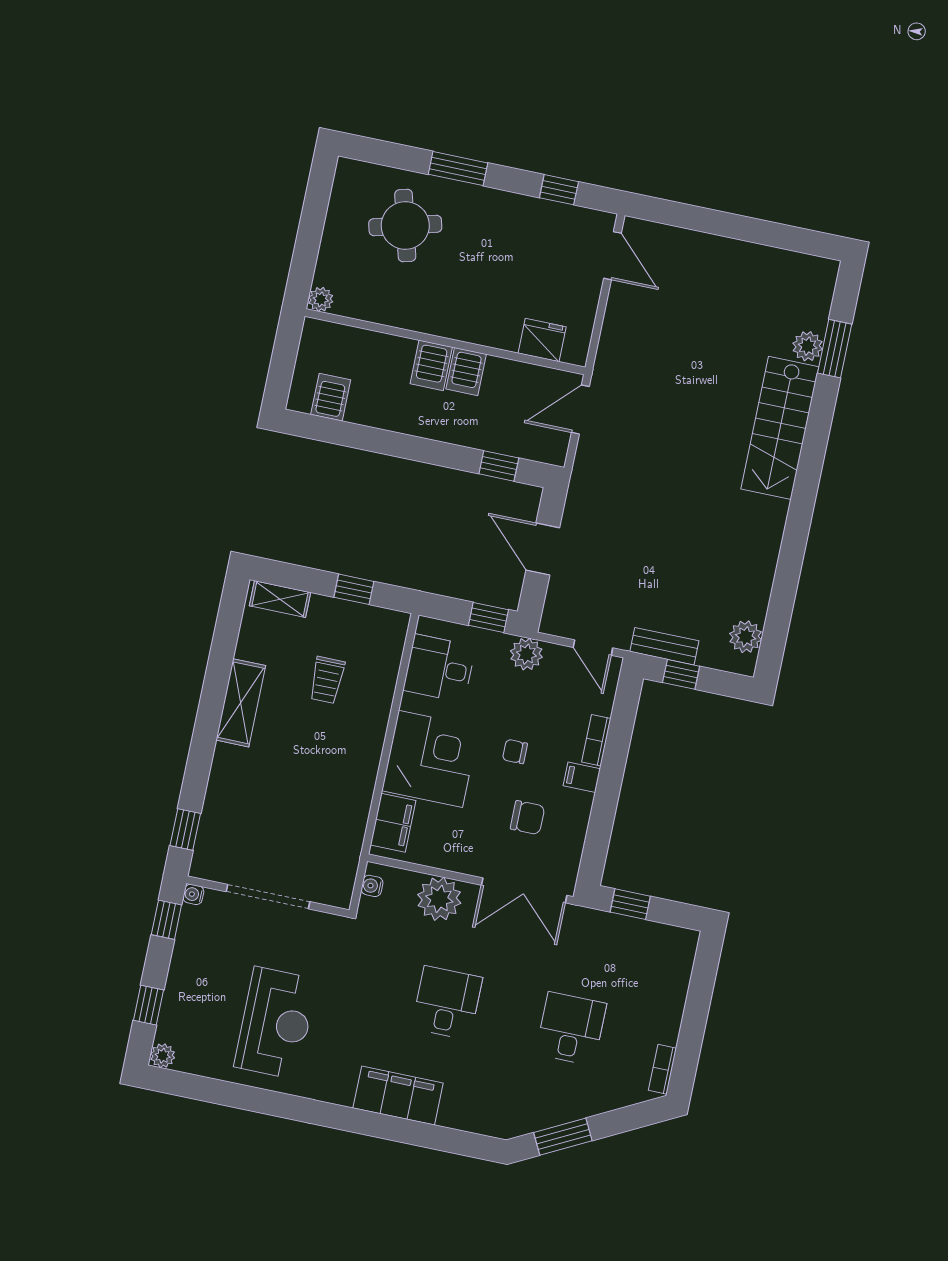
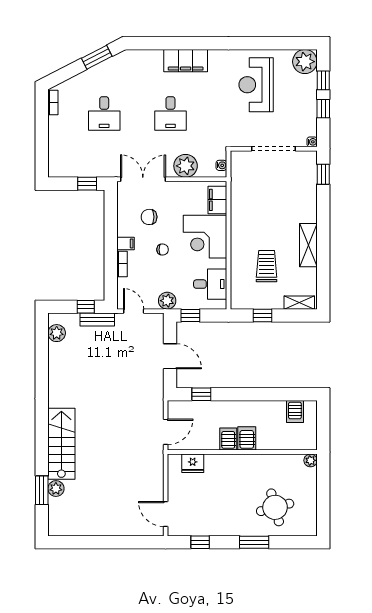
trolley: (327, 680) -> (267, 266), width x1.36, depth x1.39
window: (166, 920) -> (323, 109), moved
plant: (163, 1056) -> (305, 62), width x1.87, depth x1.87

